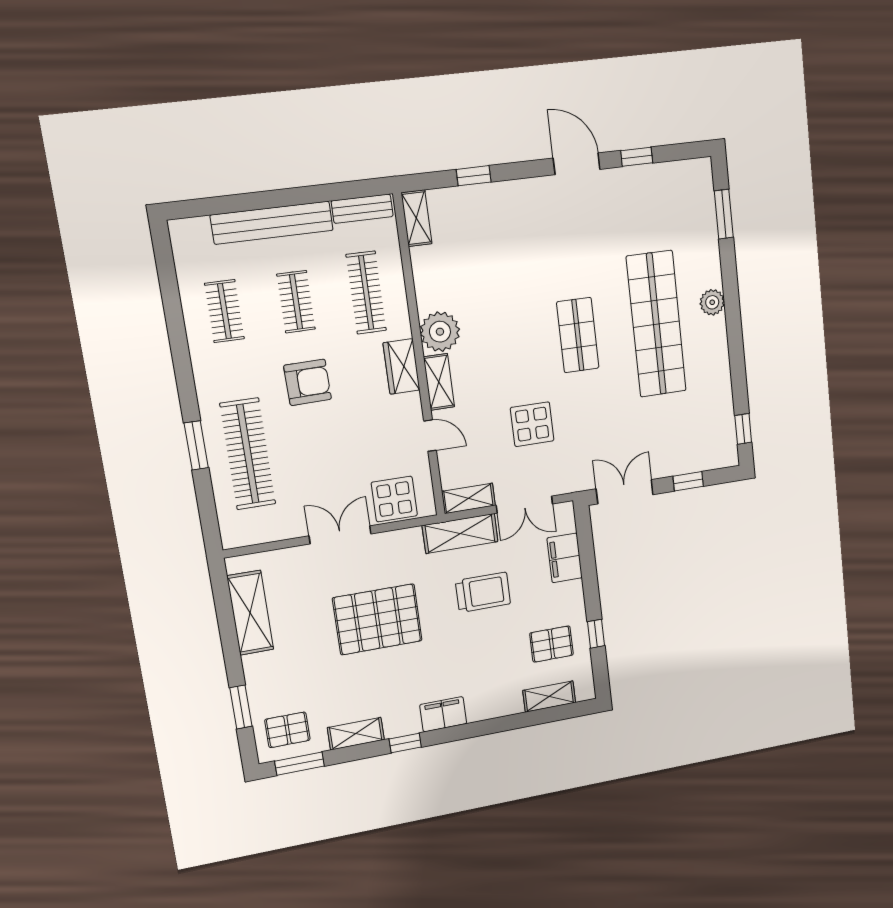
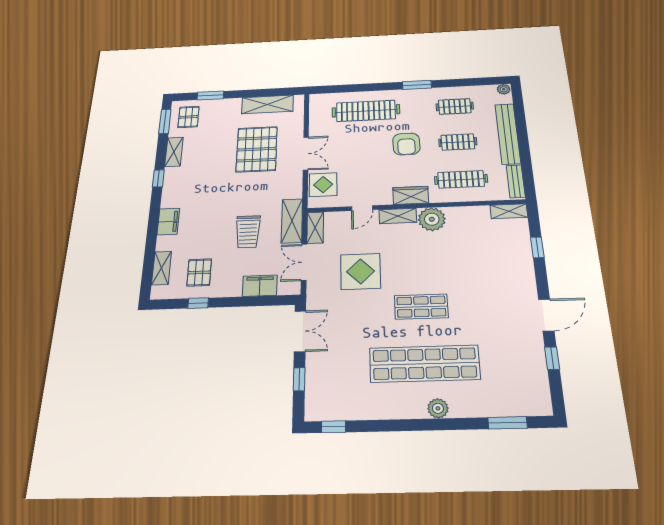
plant: (180, 231) -> (504, 89), added
display table: (532, 424) -> (361, 271), width x1.36, depth x1.36
window: (196, 445) -> (417, 85), moved
pallet: (377, 619) -> (257, 149), moved
filing cabinet: (443, 714) -> (168, 221), moved

